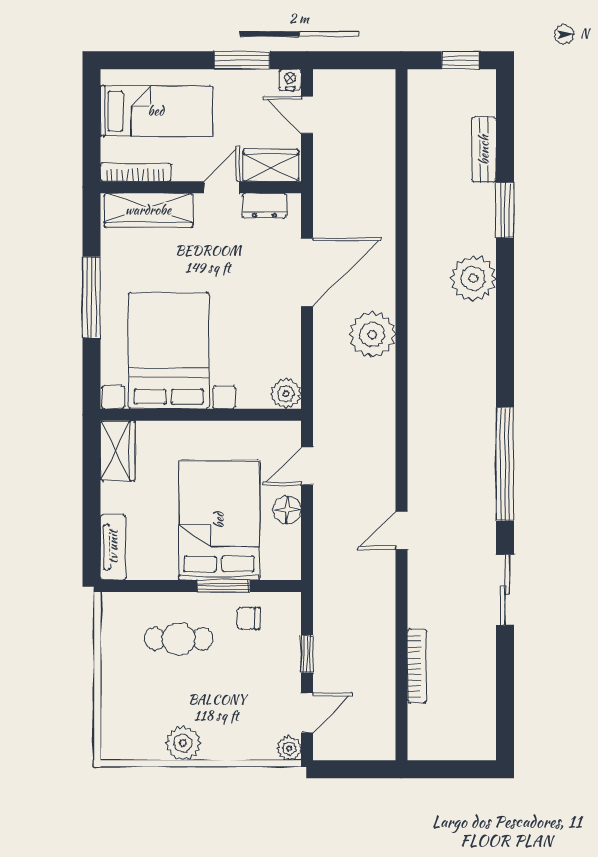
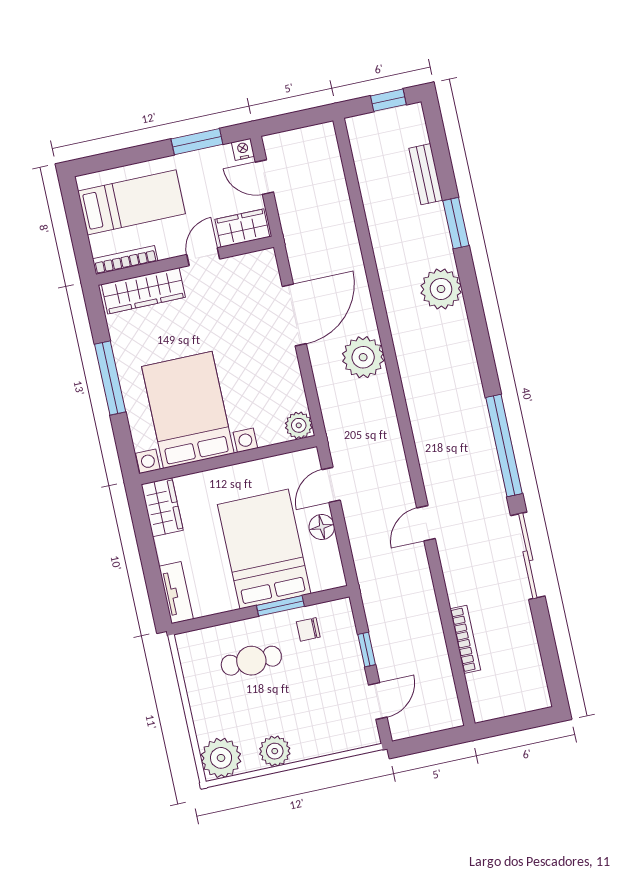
dresser: (264, 206) -> (244, 265), removed
sliding door: (505, 590) -> (528, 556), width x1.37
plant: (289, 748) -> (221, 758), moved, width x1.87, depth x1.87

